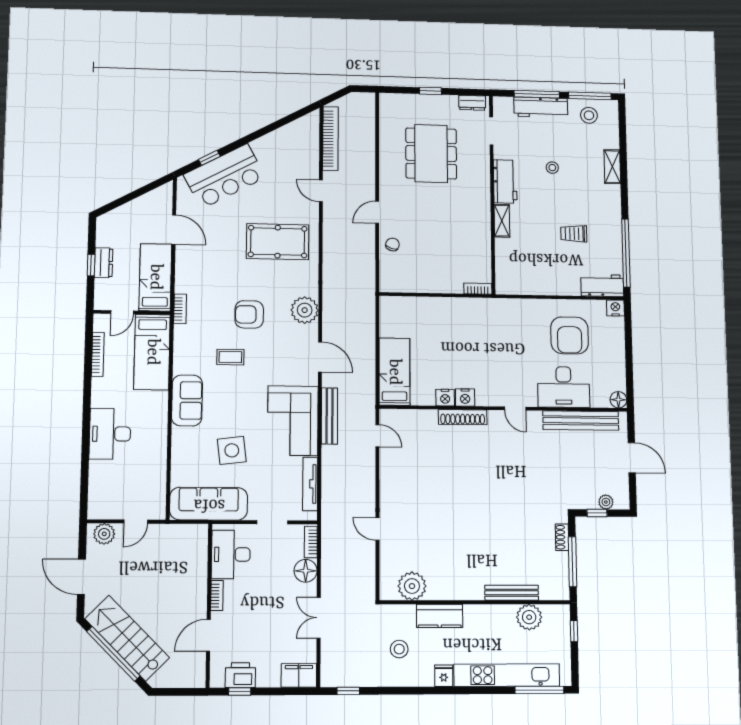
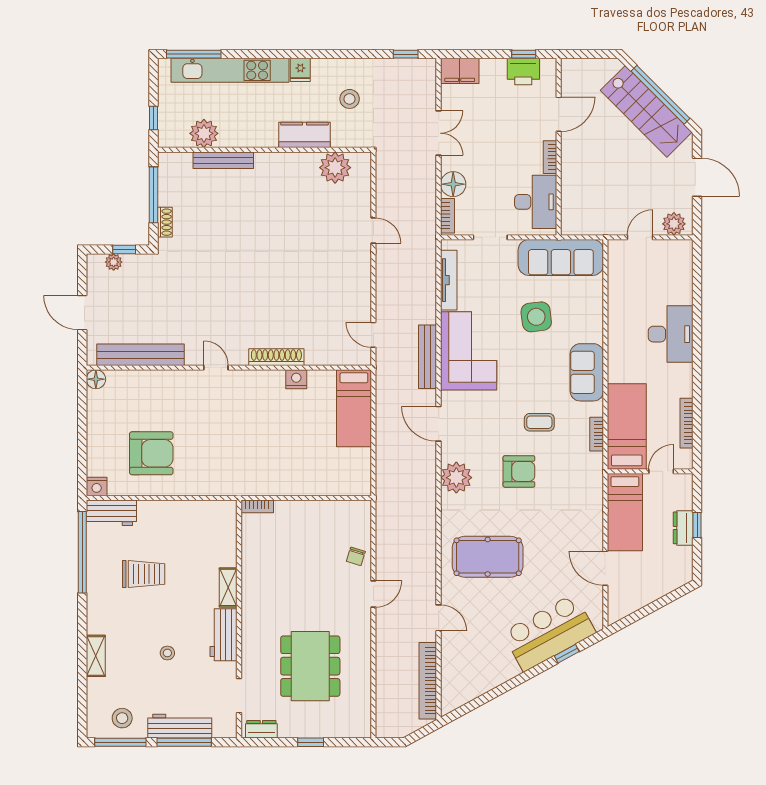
trolley: (574, 234) -> (144, 574), width x1.36, depth x1.39
bookcase: (180, 309) -> (597, 434), moved
armchair: (569, 335) -> (151, 453), turned 90
desk: (564, 387) -> (159, 393), removed
nightstand: (465, 398) -> (273, 380), removed

